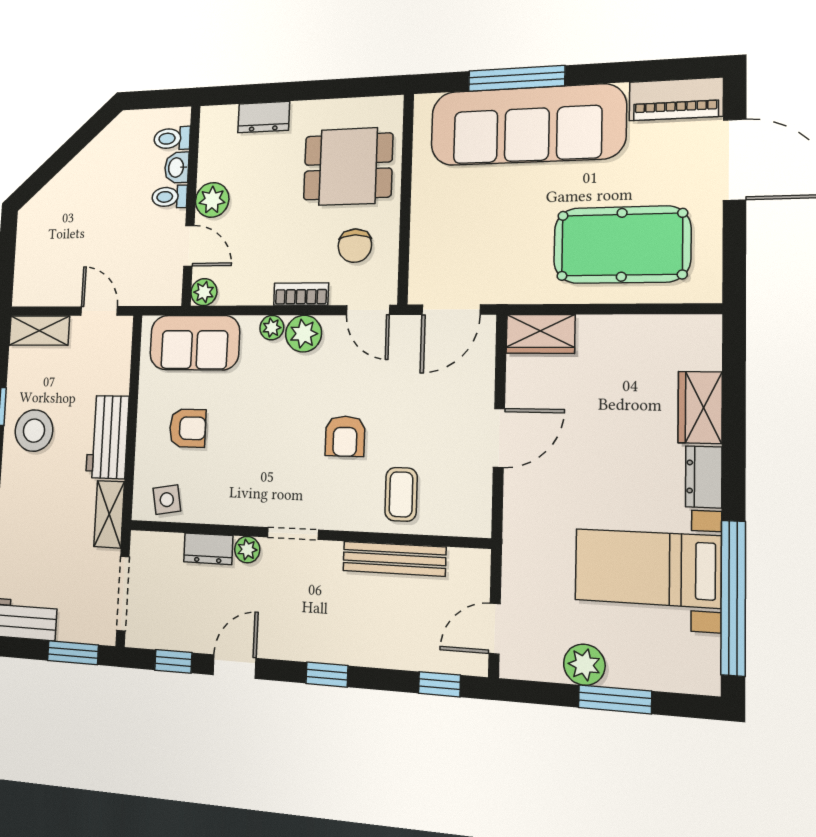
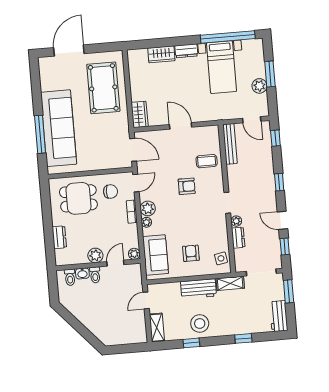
piano: (676, 99) -> (47, 74), removed
dining table: (348, 167) -> (78, 198), turned 90
bench: (394, 559) -> (230, 144), moved

